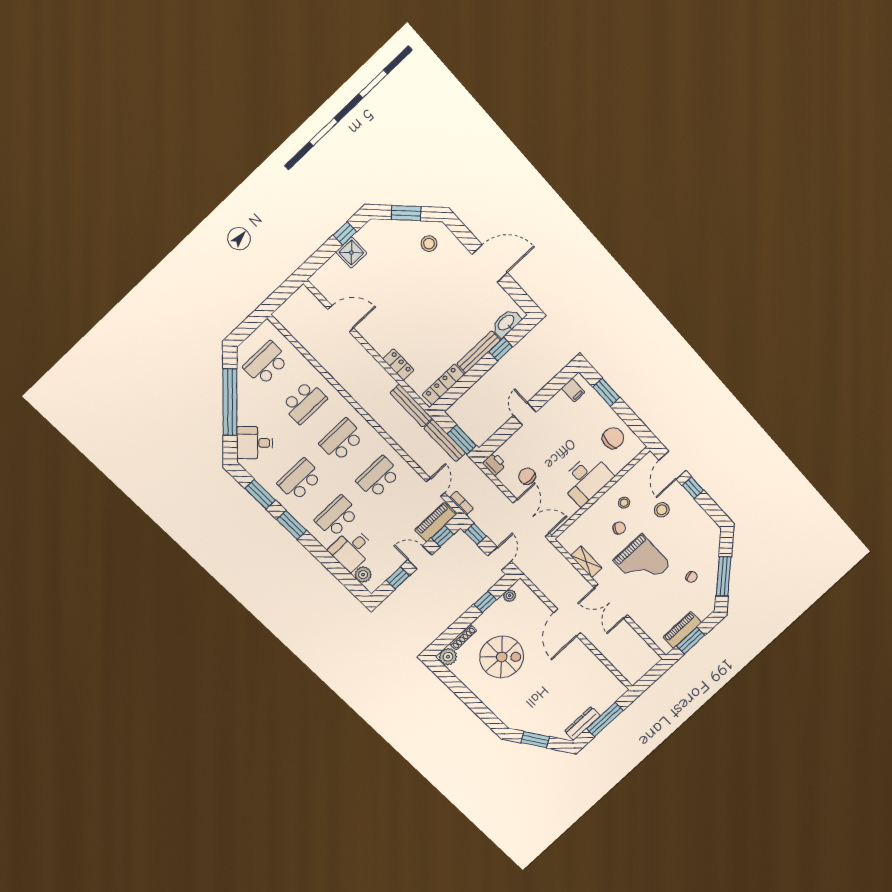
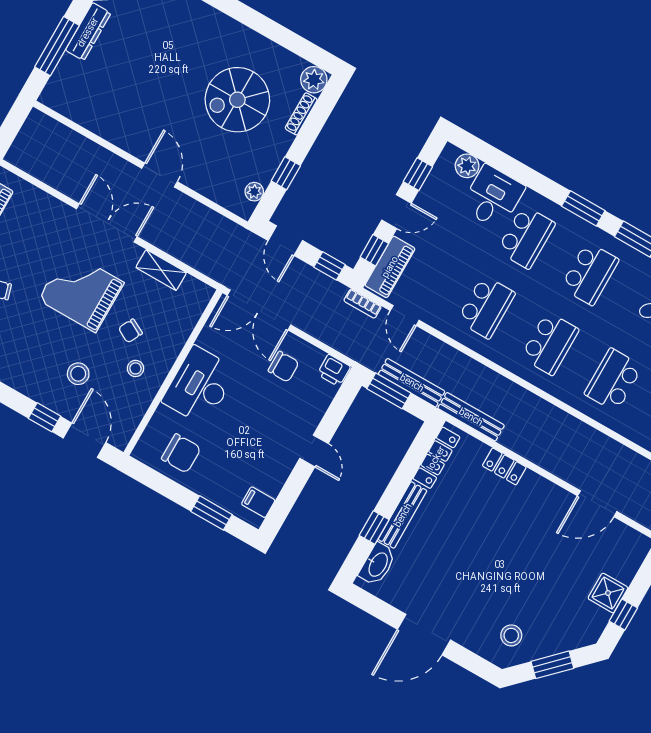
chair: (613, 438) -> (181, 453), turned -90
door: (567, 623) -> (160, 175), width x0.73

